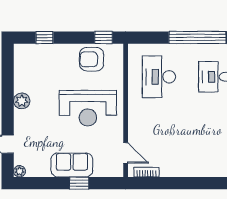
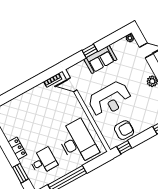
desk: (159, 77) -> (77, 142), width x1.36, depth x1.30
reception desk: (88, 108) -> (110, 99), turned 180

